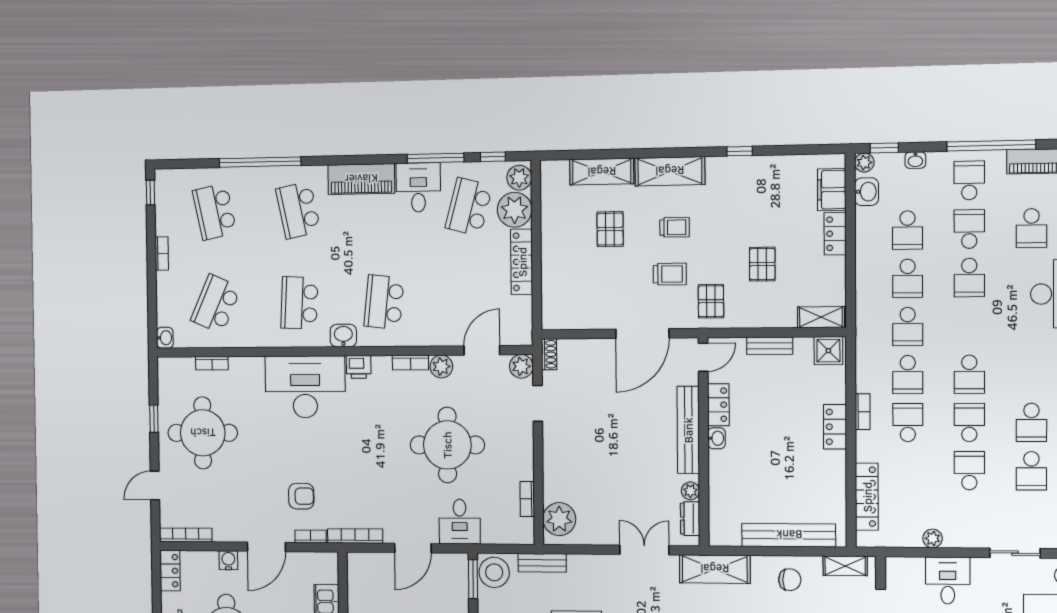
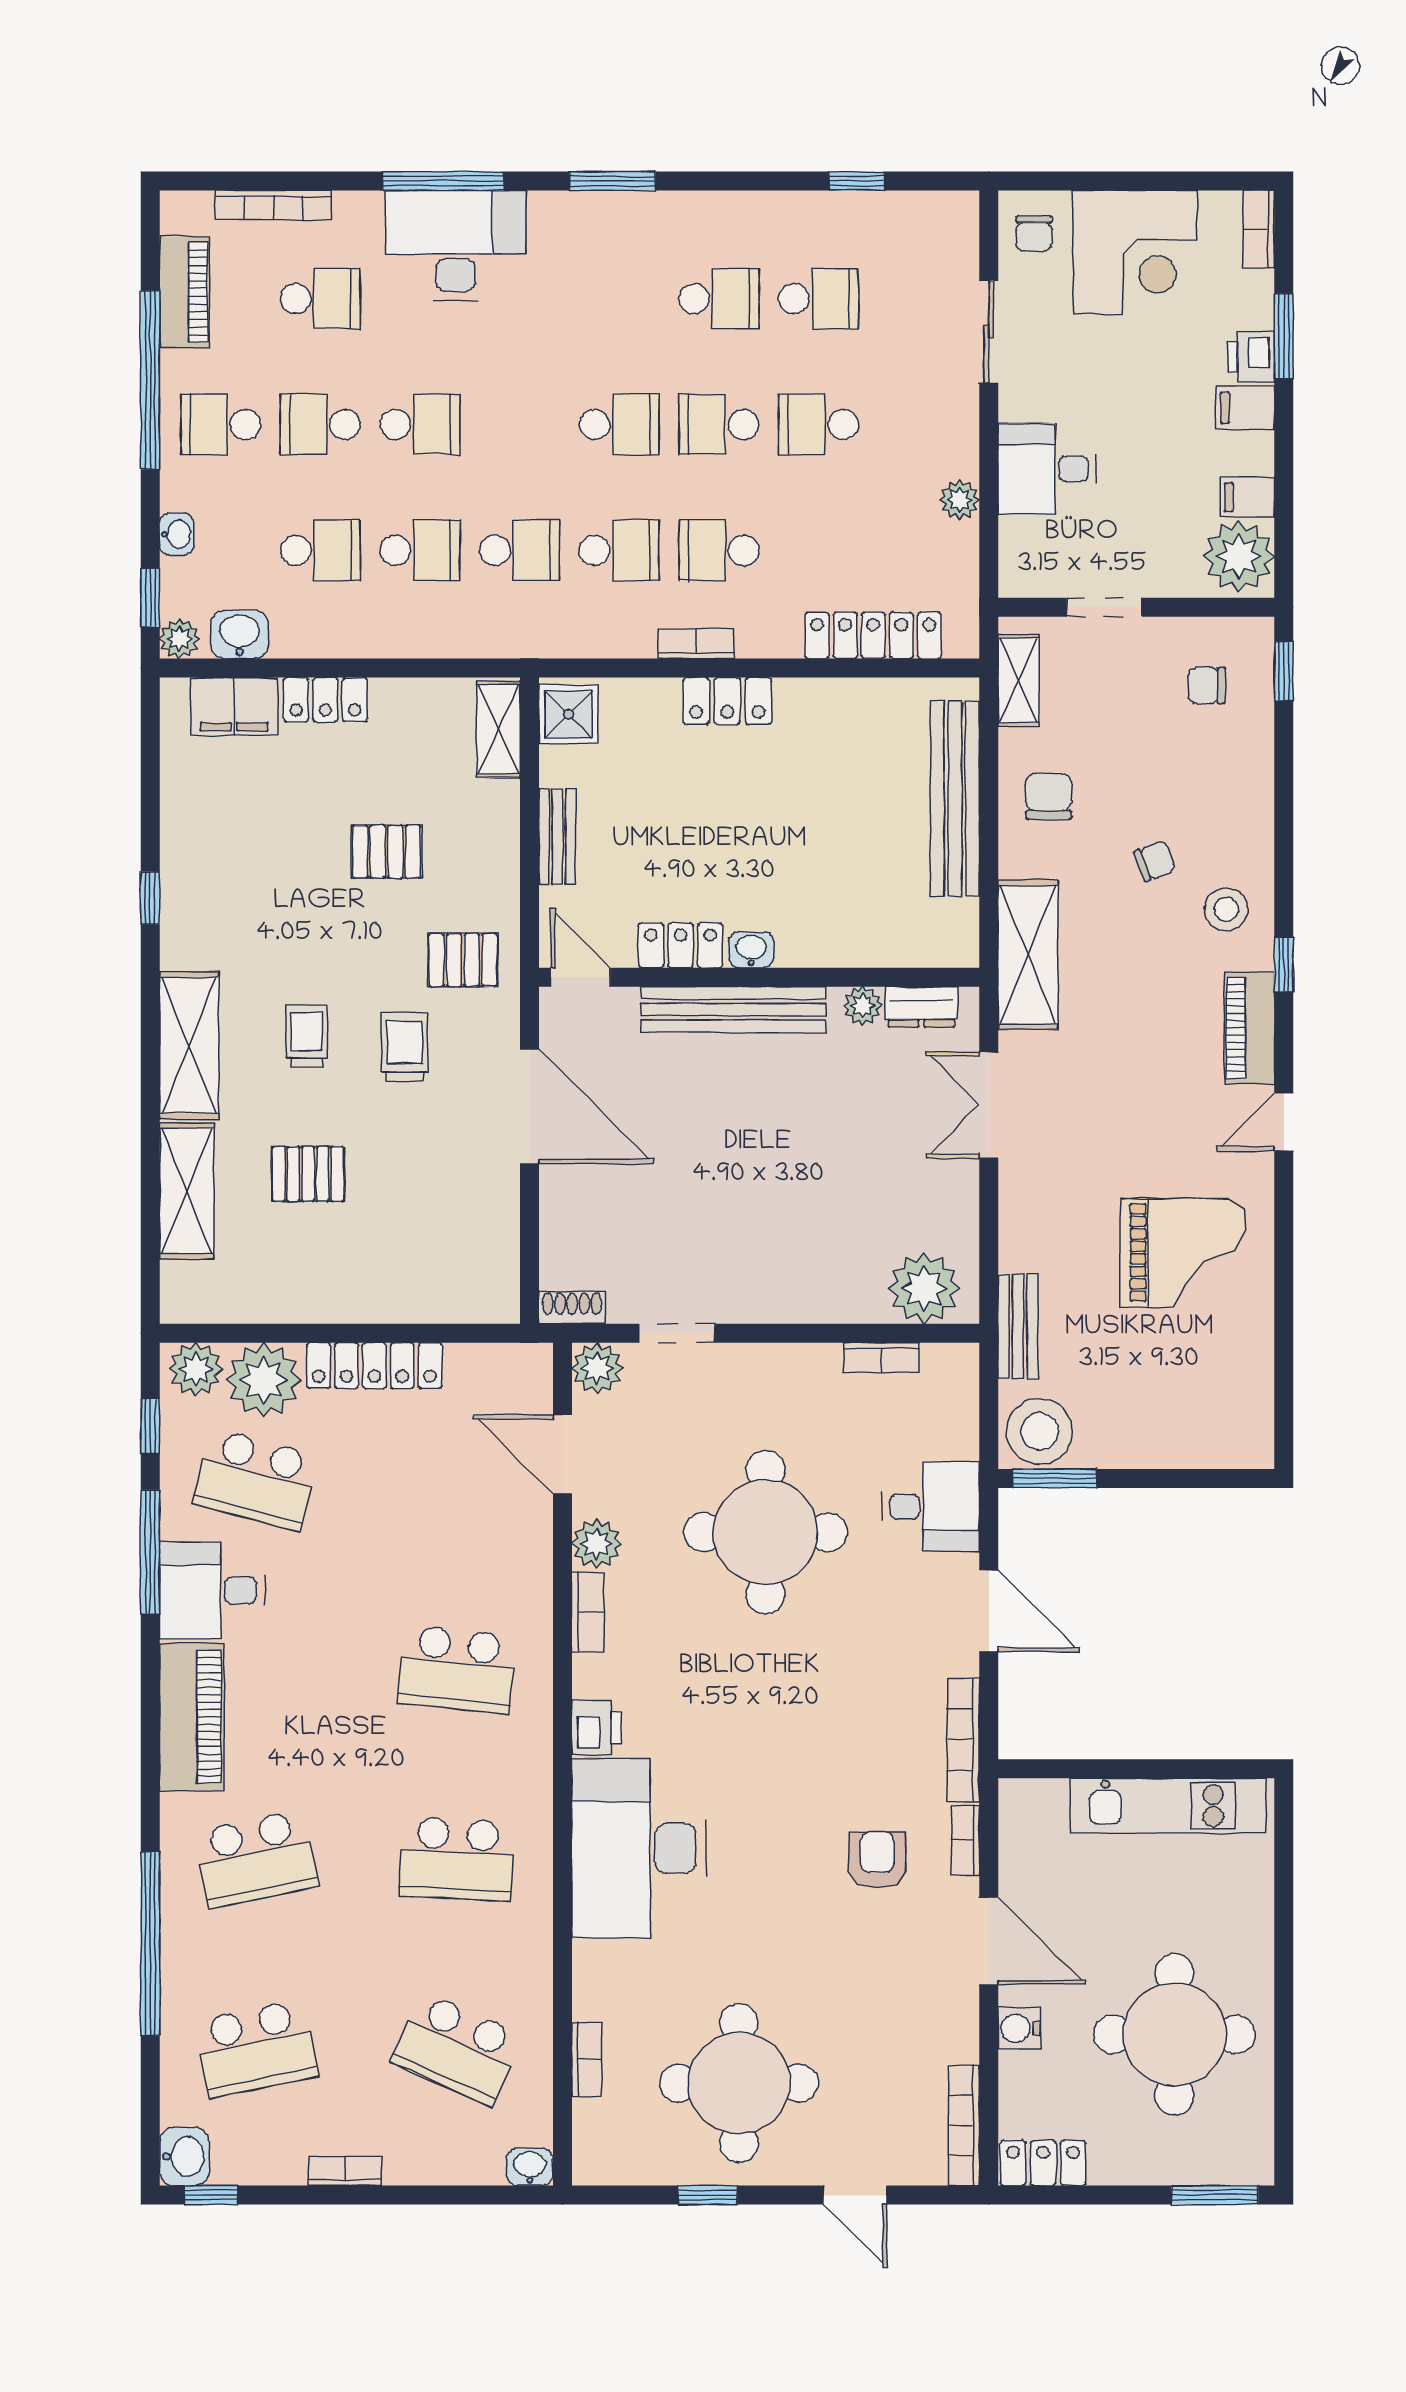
washbasin: (343, 336) -> (184, 2156), moved, turned 180

